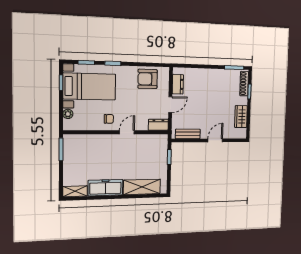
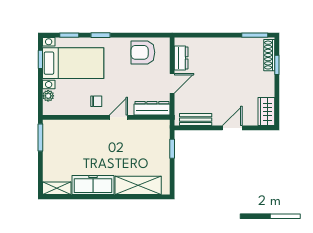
wardrobe: (241, 117) -> (266, 112), moved
dresser: (158, 125) -> (152, 108), width x1.44

